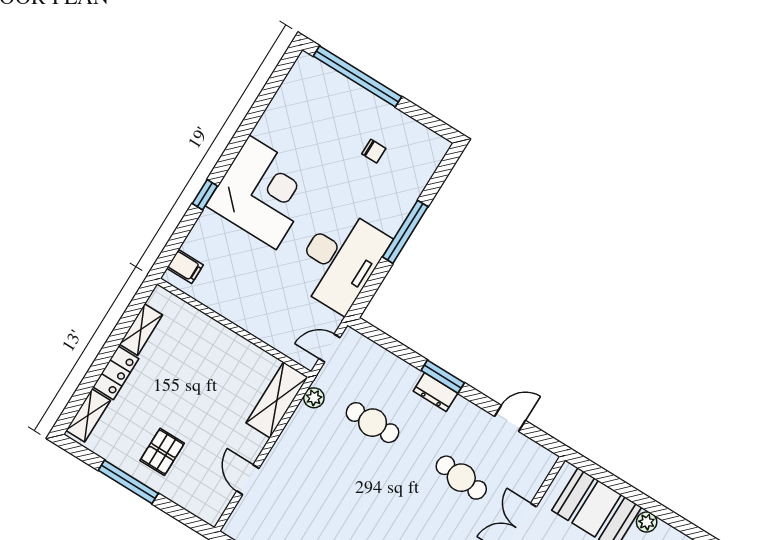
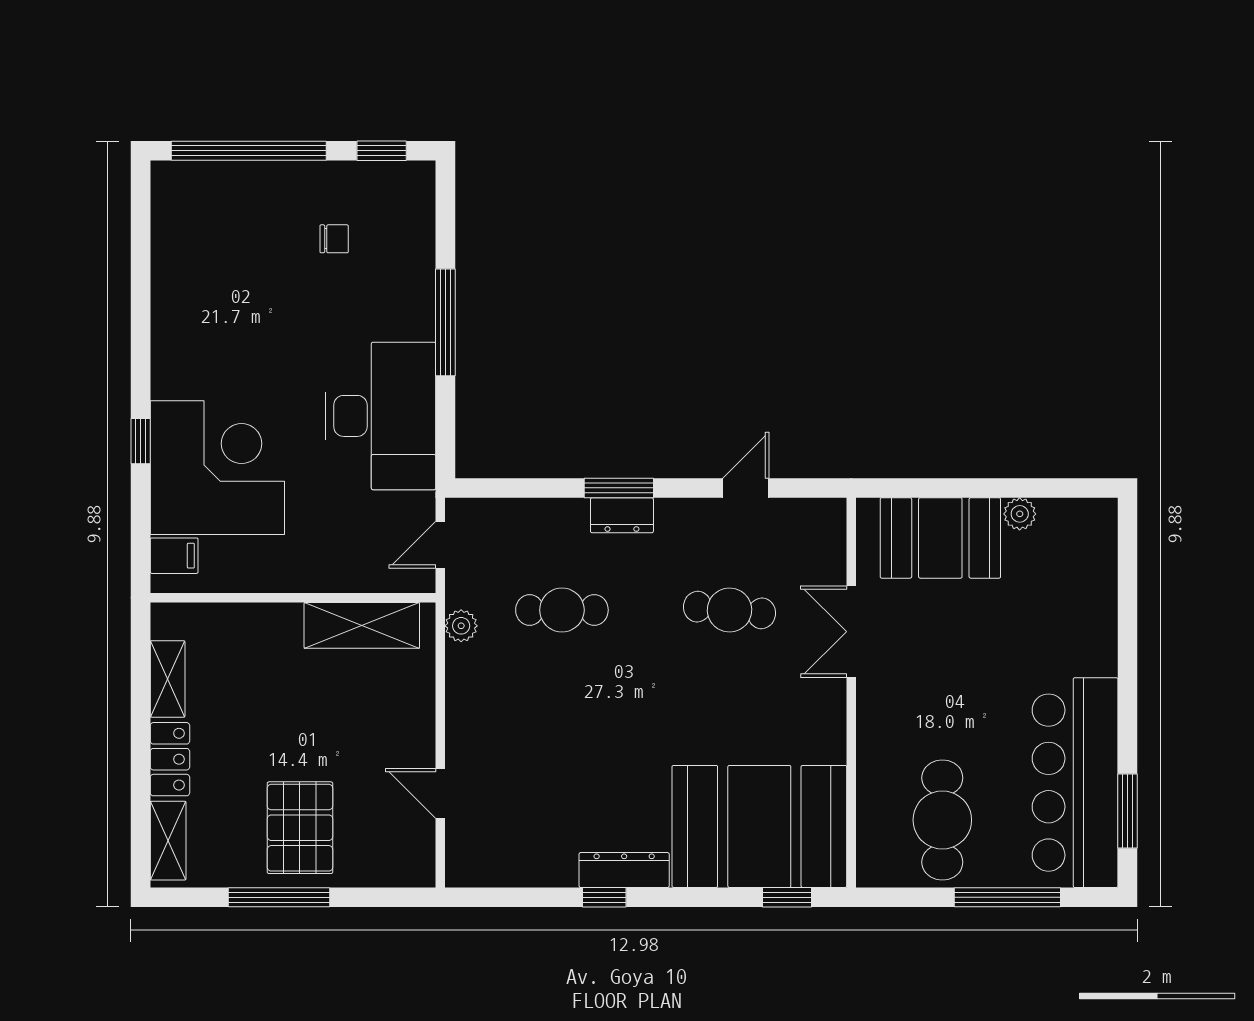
window: (428, 120) -> (382, 151), added
corner desk: (263, 192) -> (217, 468), moved
shelving: (277, 400) -> (362, 625), moved, turned 90
pallet: (162, 452) -> (300, 828), width x1.50, depth x1.42

